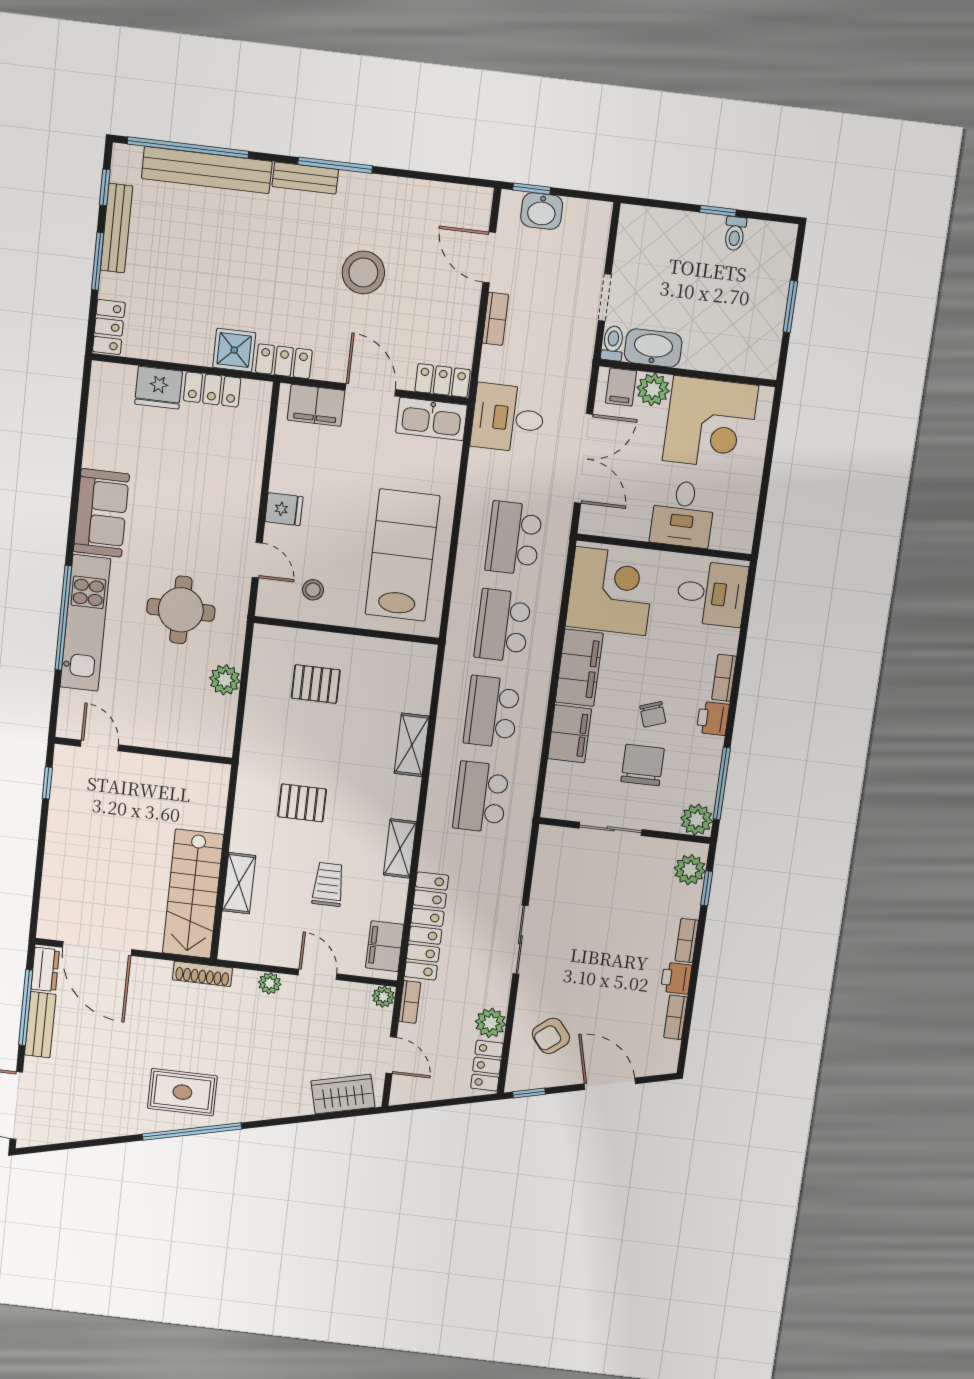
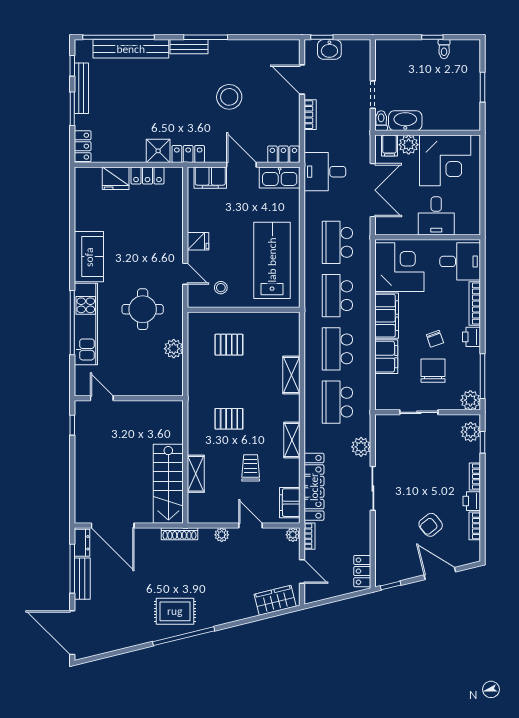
bookcase: (724, 678) -> (475, 303), width x1.56
plant: (490, 1023) -> (361, 447), moved
armchair: (551, 1036) -> (431, 525), moved

